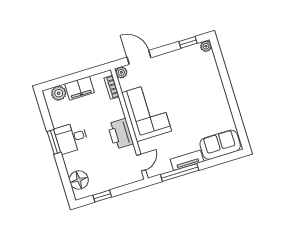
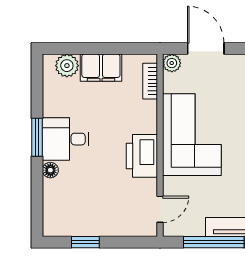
floor lamp: (79, 180) -> (50, 170), moved, width x0.53, depth x0.53

